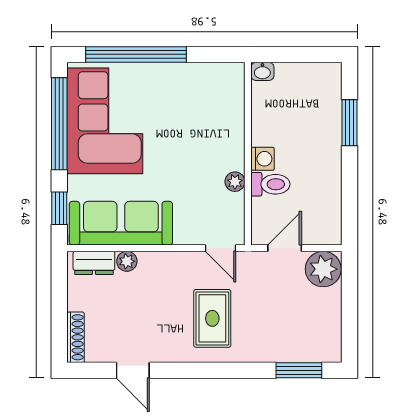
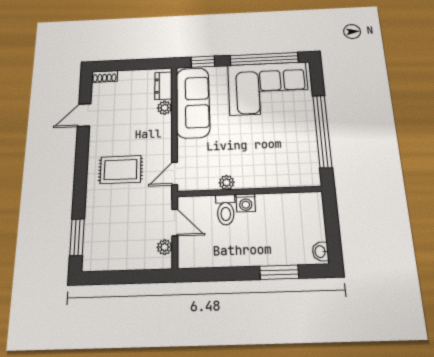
window: (136, 54) -> (322, 131), moved
washbasin: (262, 71) -> (320, 252), moved
plant: (323, 269) -> (165, 247), width x0.53, depth x0.53
shoe rack: (76, 337) -> (105, 76), width x0.70

